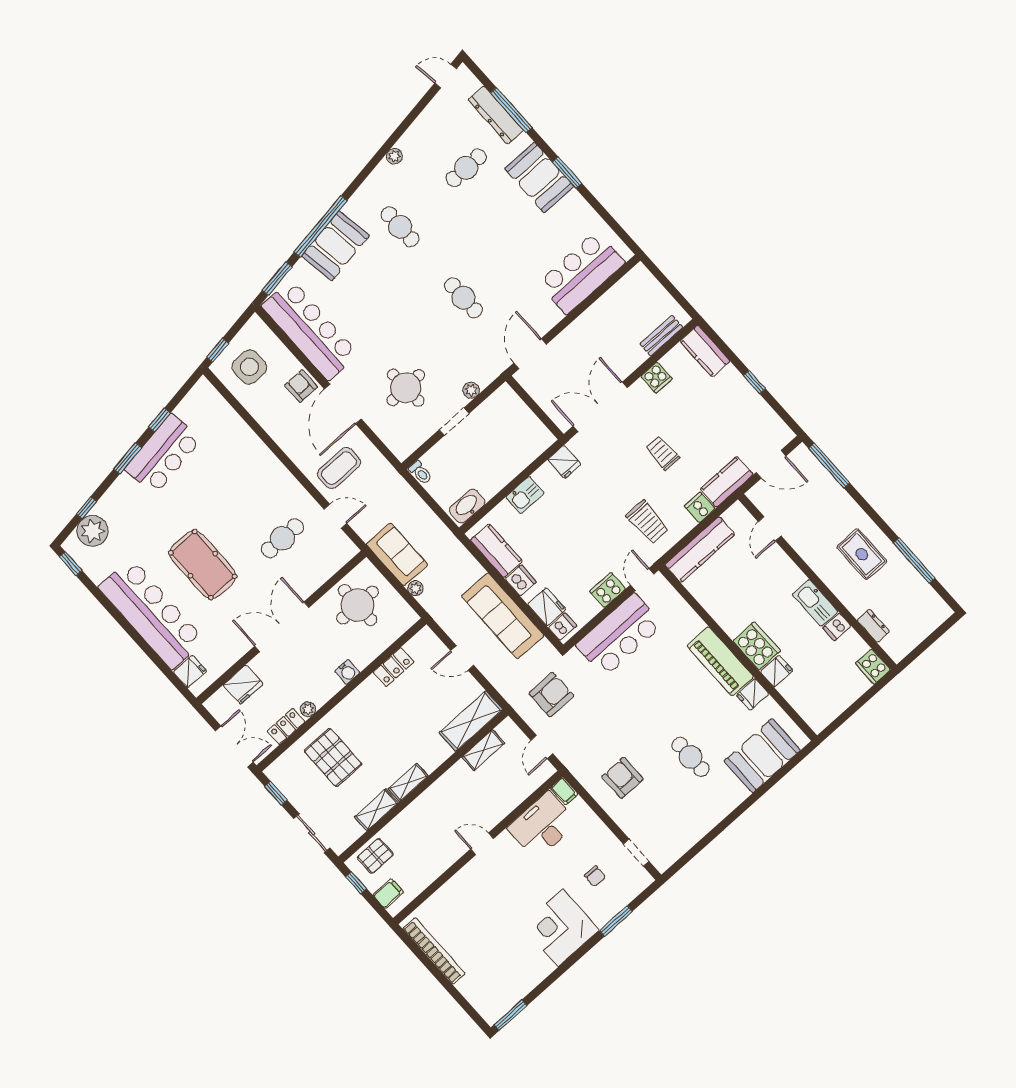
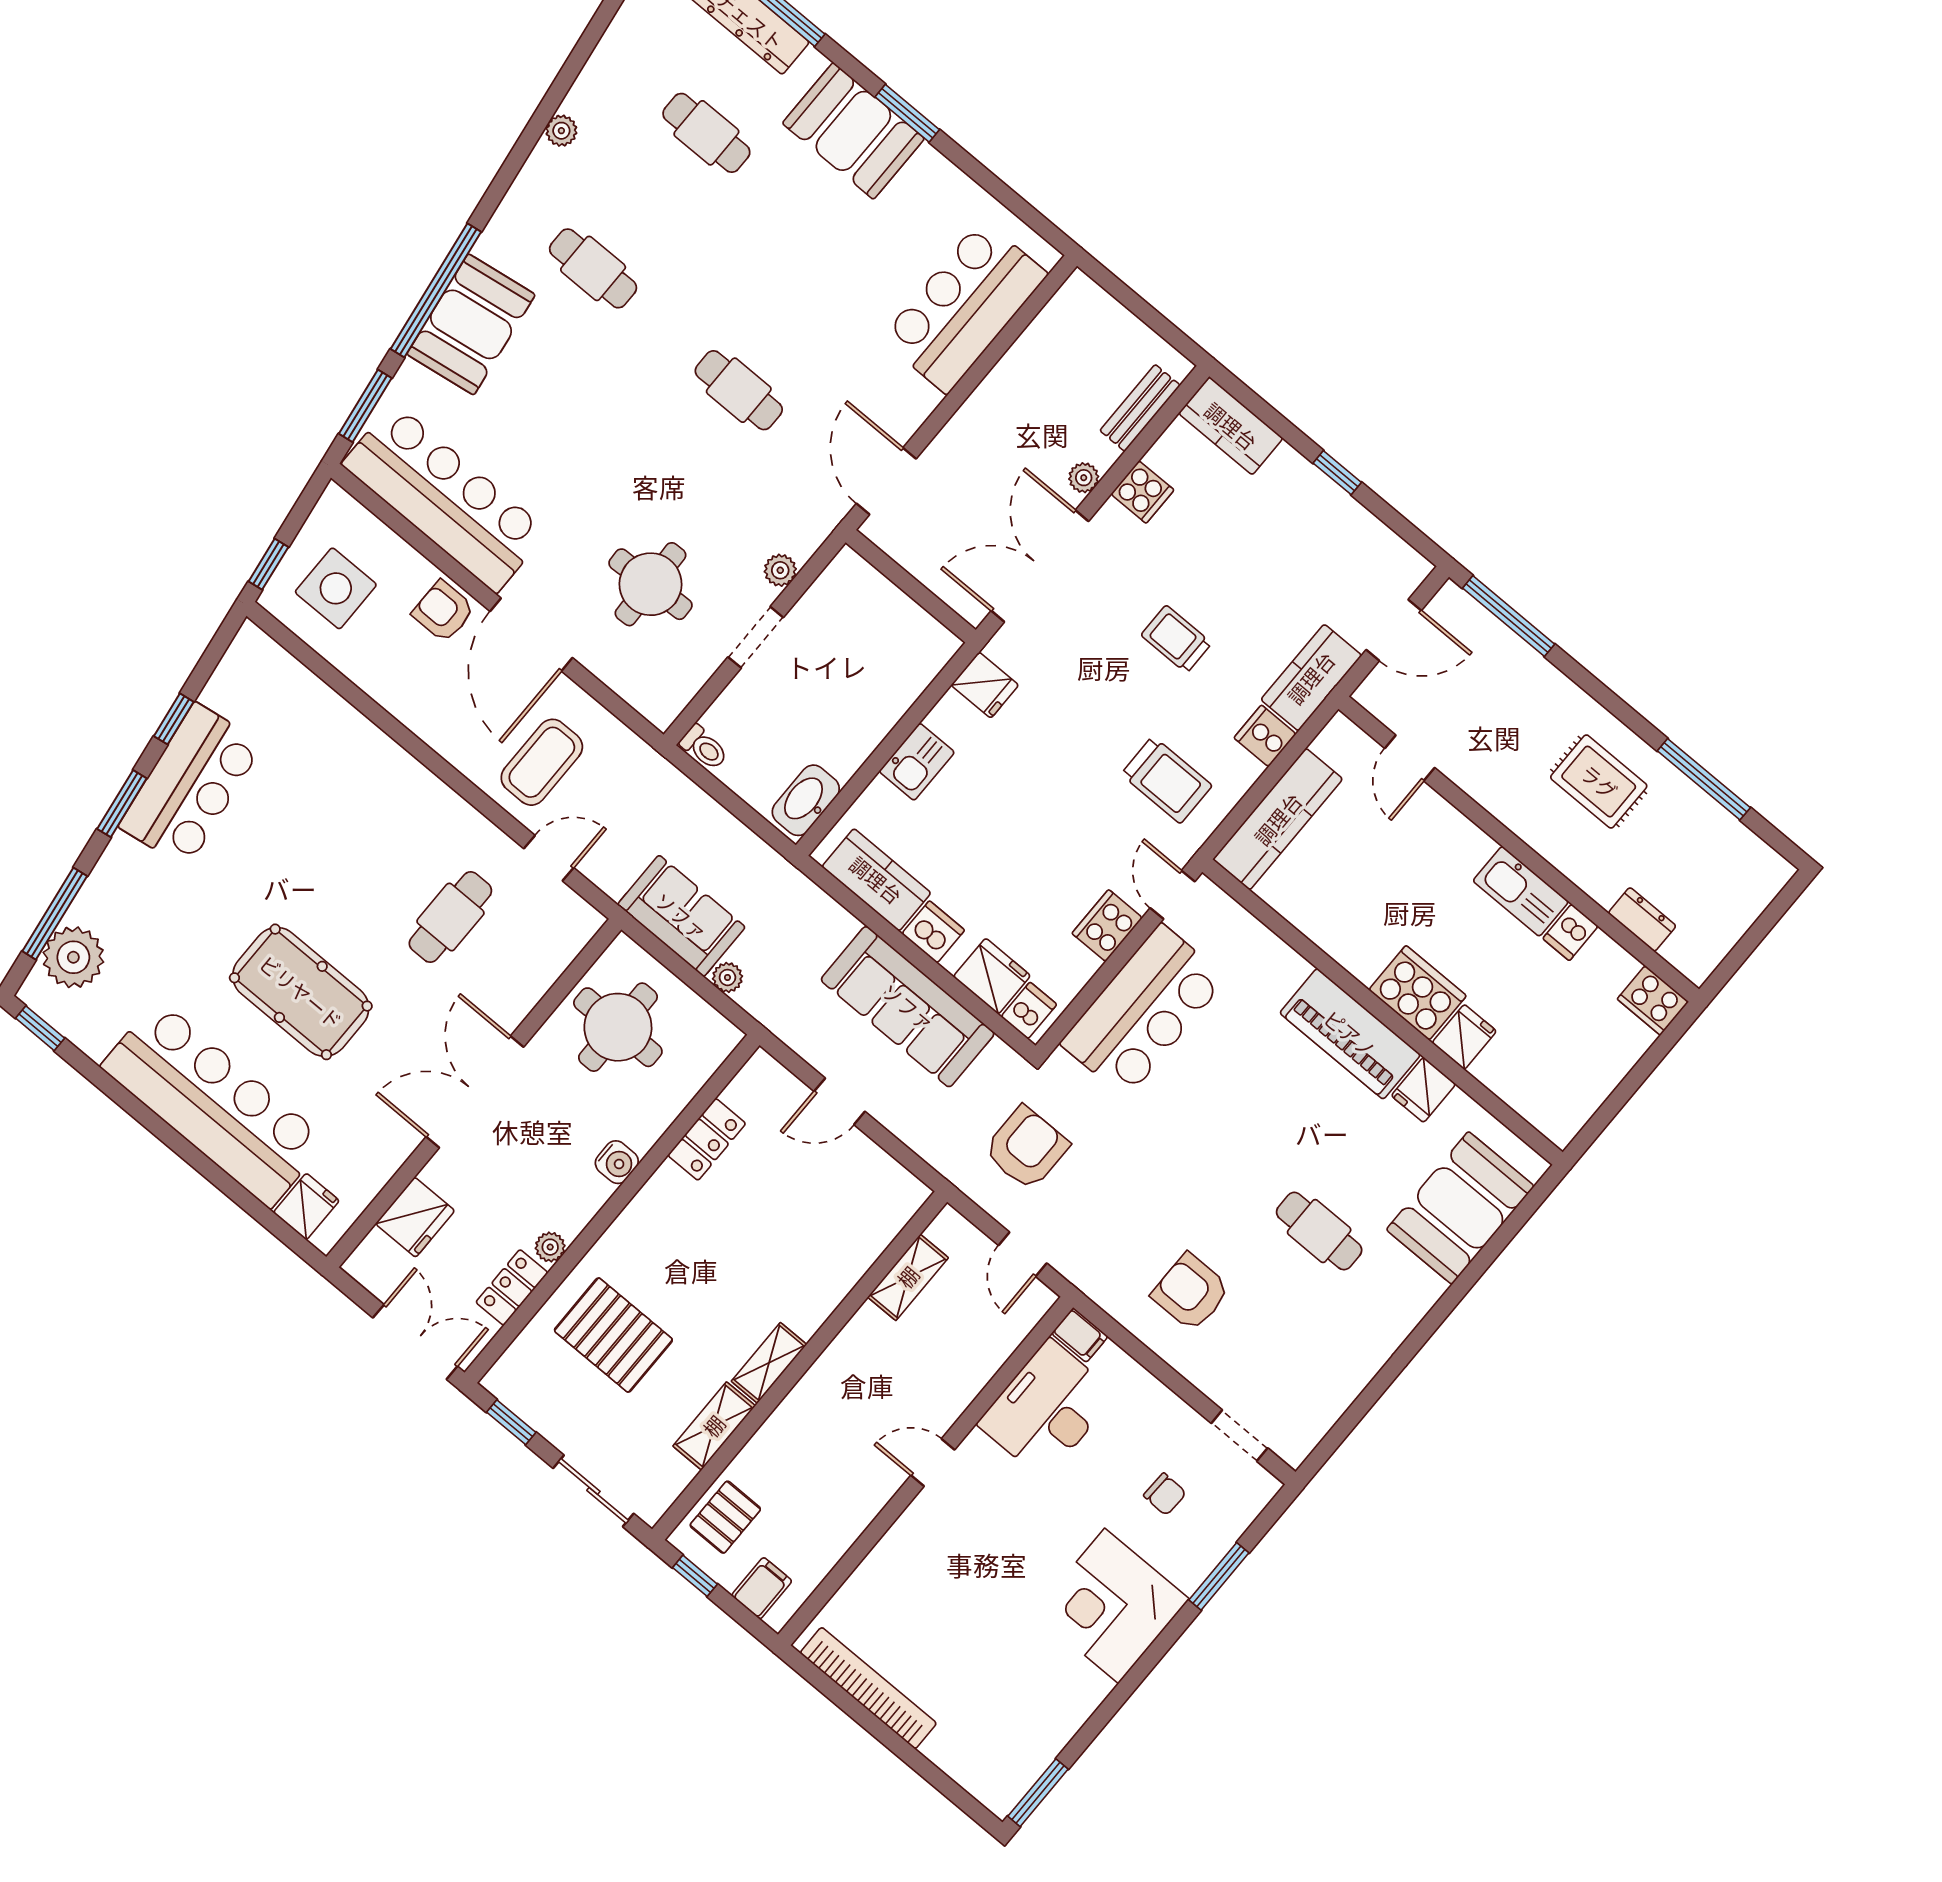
cafe table: (466, 168) -> (706, 133), turned 90
plant: (628, 366) -> (1084, 478), added
window: (86, 508) -> (55, 914), width x2.17
shelving: (471, 721) -> (875, 1224), removed

